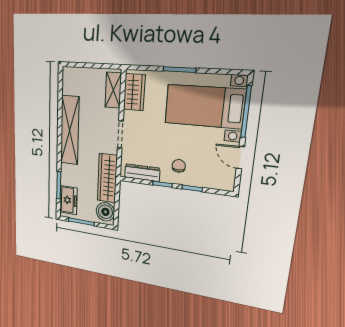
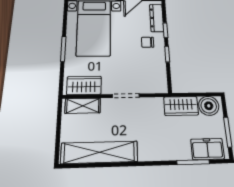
shelving: (70, 130) -> (99, 152), moved
dresser: (142, 173) -> (157, 18), moved
wardrobe: (107, 178) -> (181, 106), width x0.67

